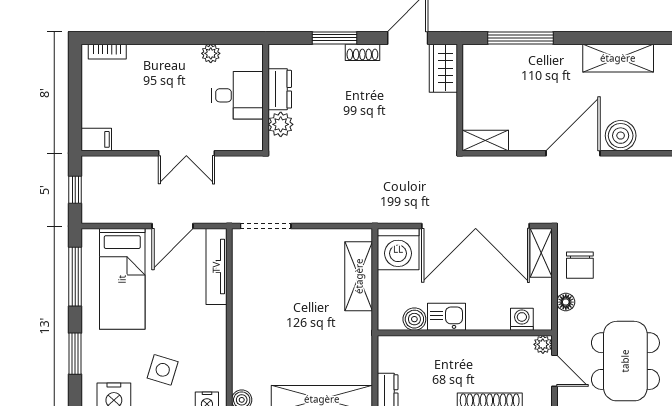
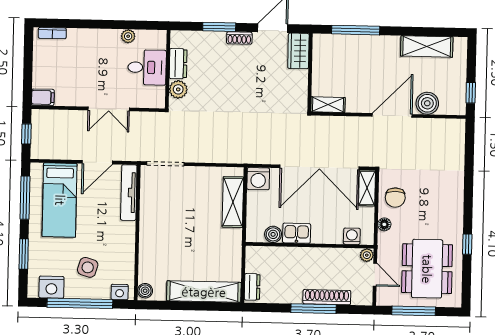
washing machine: (398, 249) -> (258, 179), width x0.73, depth x0.73

